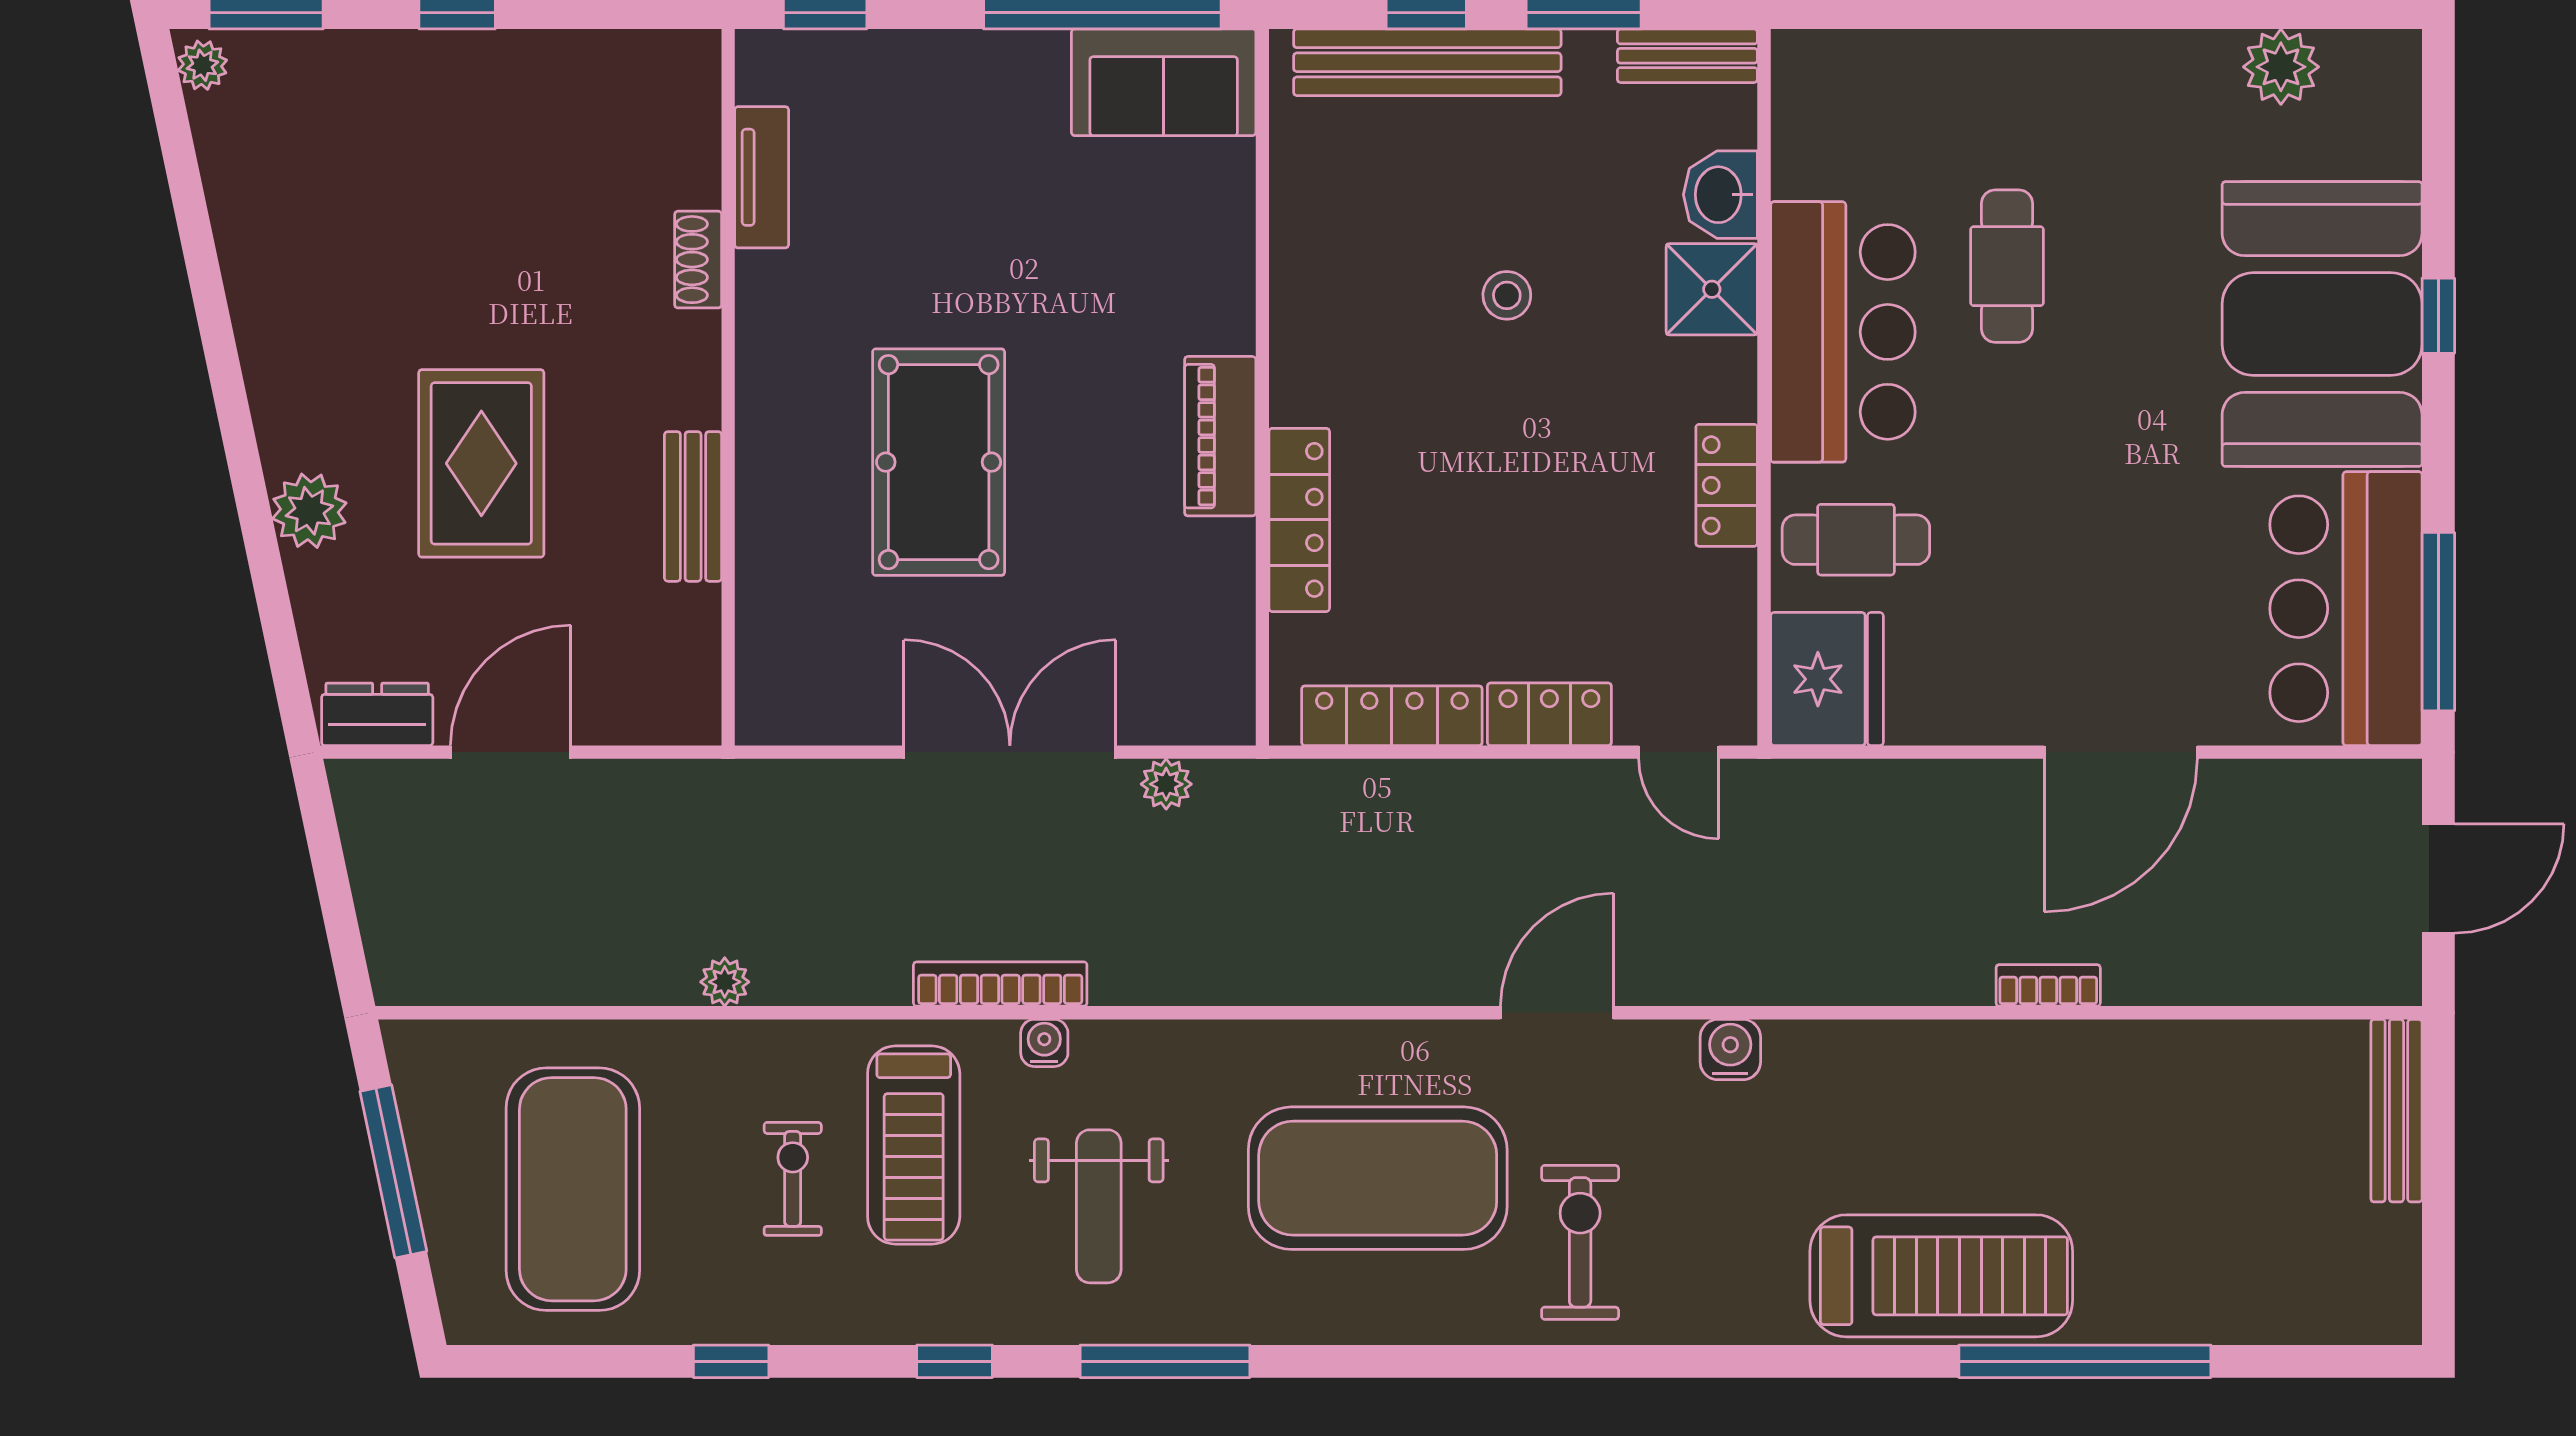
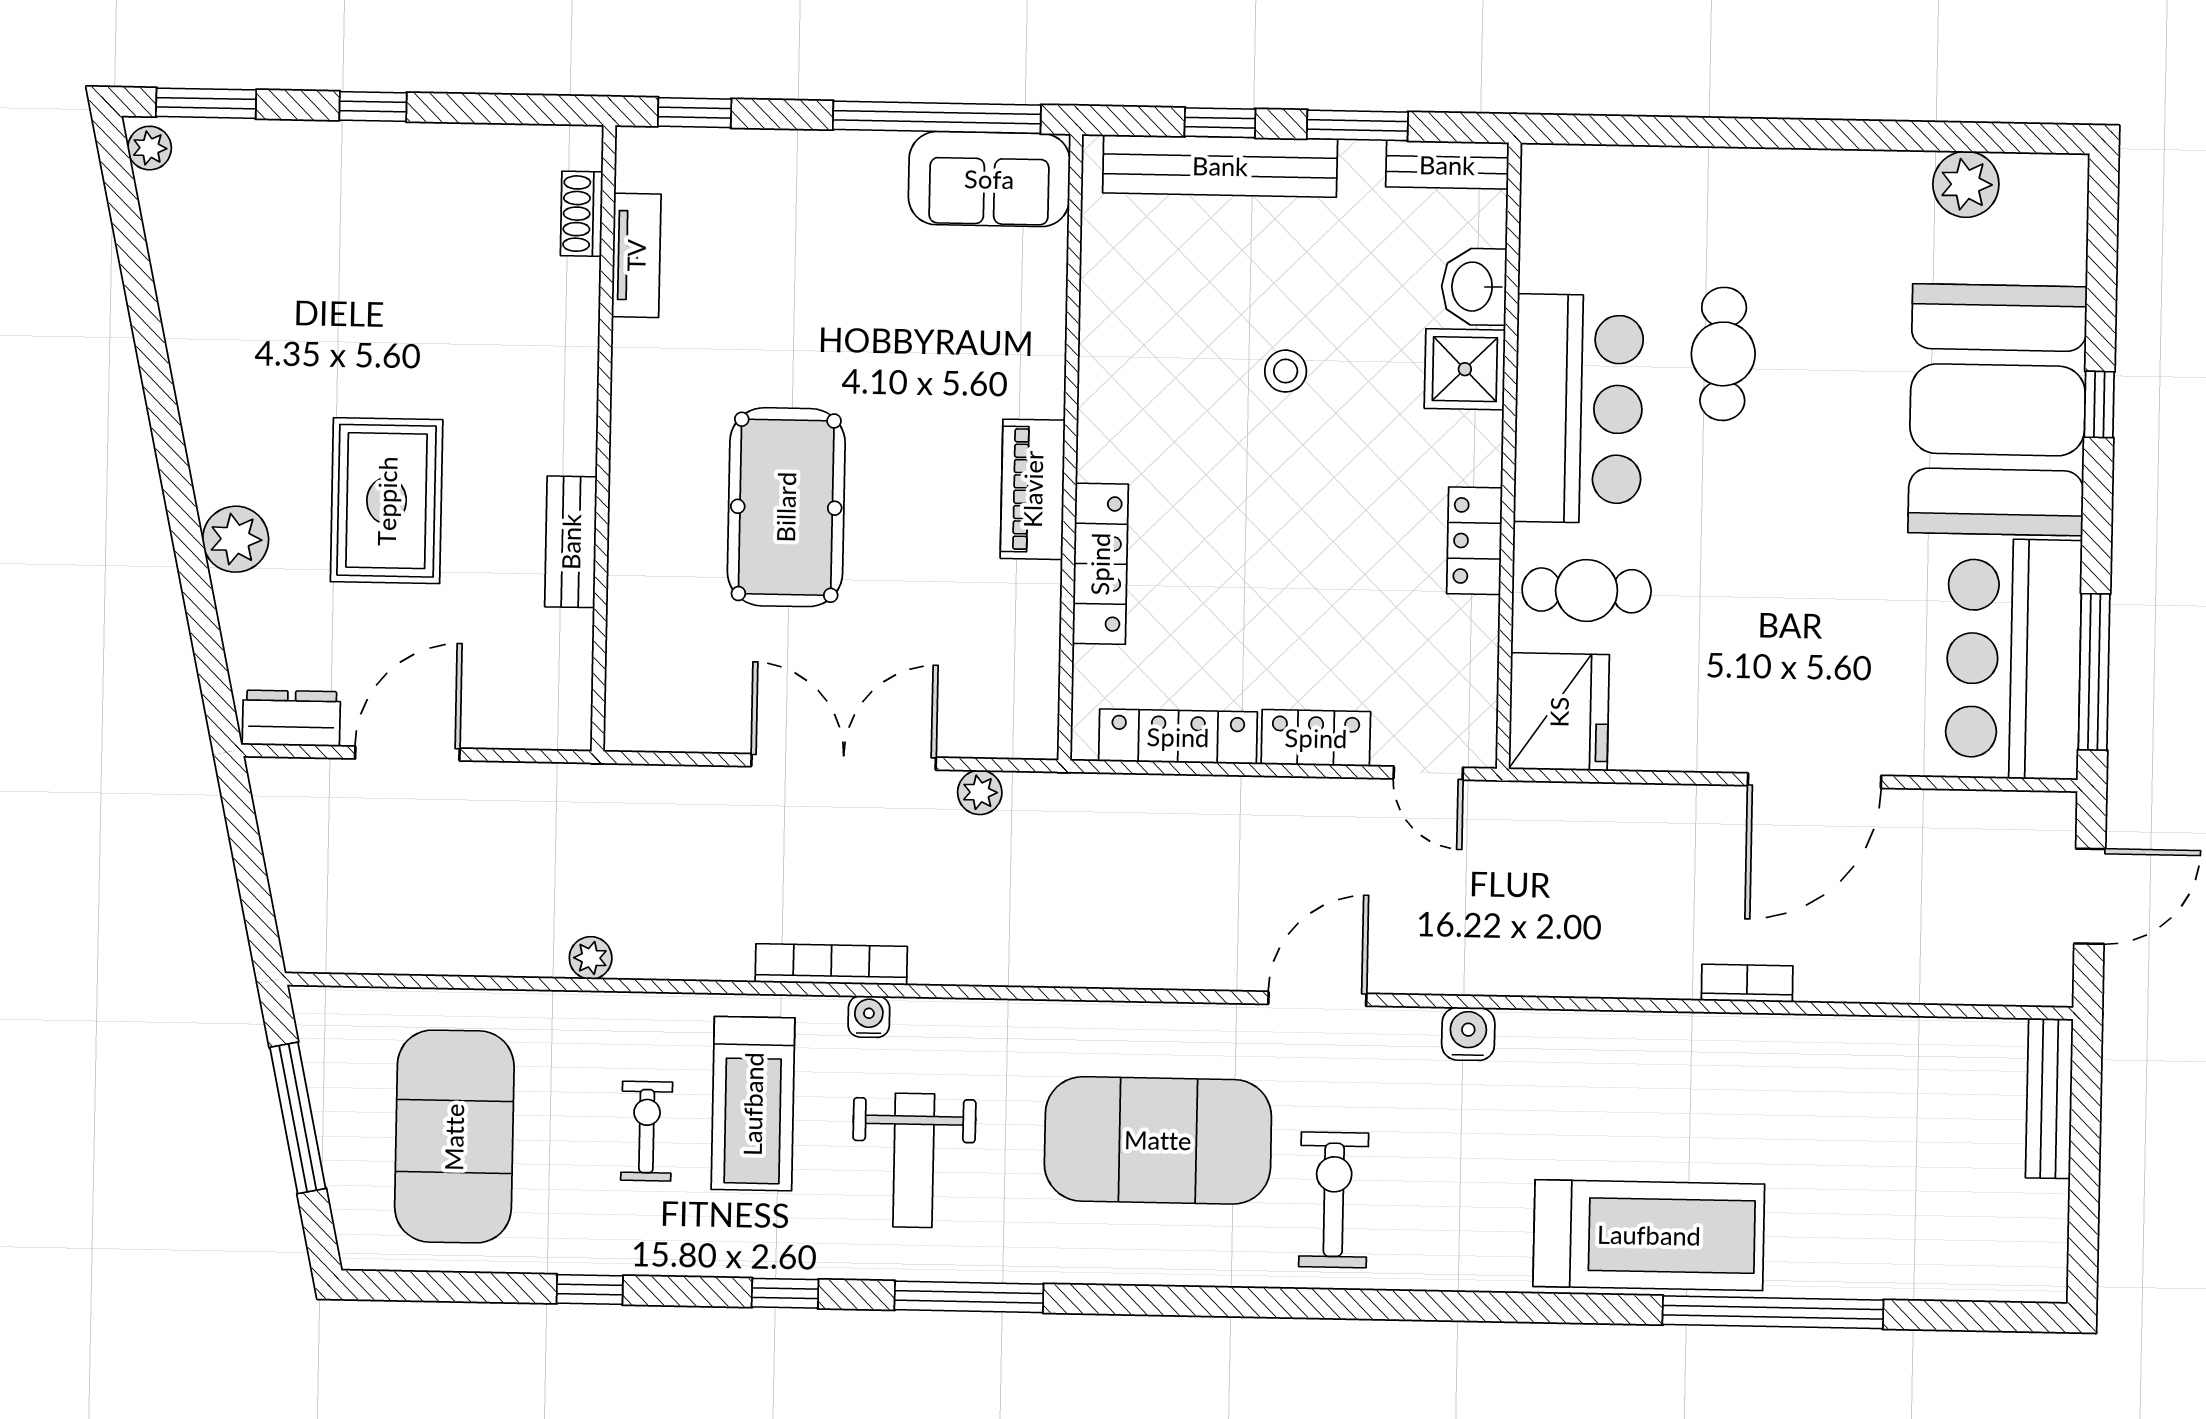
shoe rack: (698, 260) -> (582, 214), moved

